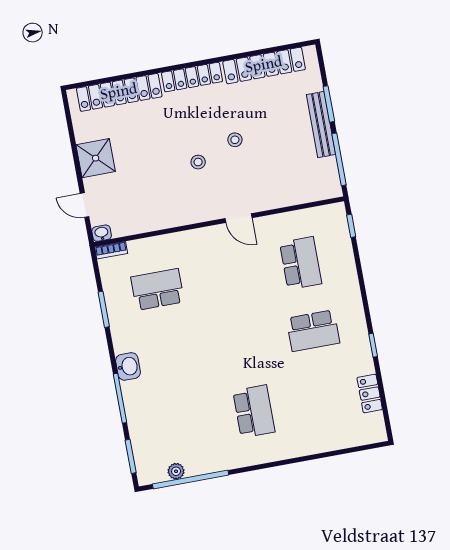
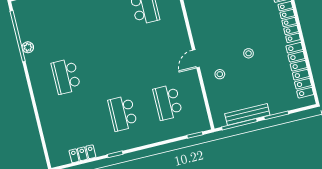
bench: (321, 125) -> (247, 114), moved
stool: (198, 162) -> (220, 74), moved
school desk: (301, 263) -> (168, 102), turned 90
school desk: (254, 411) -> (66, 76), turned 90
plant: (176, 471) -> (28, 47), moved

